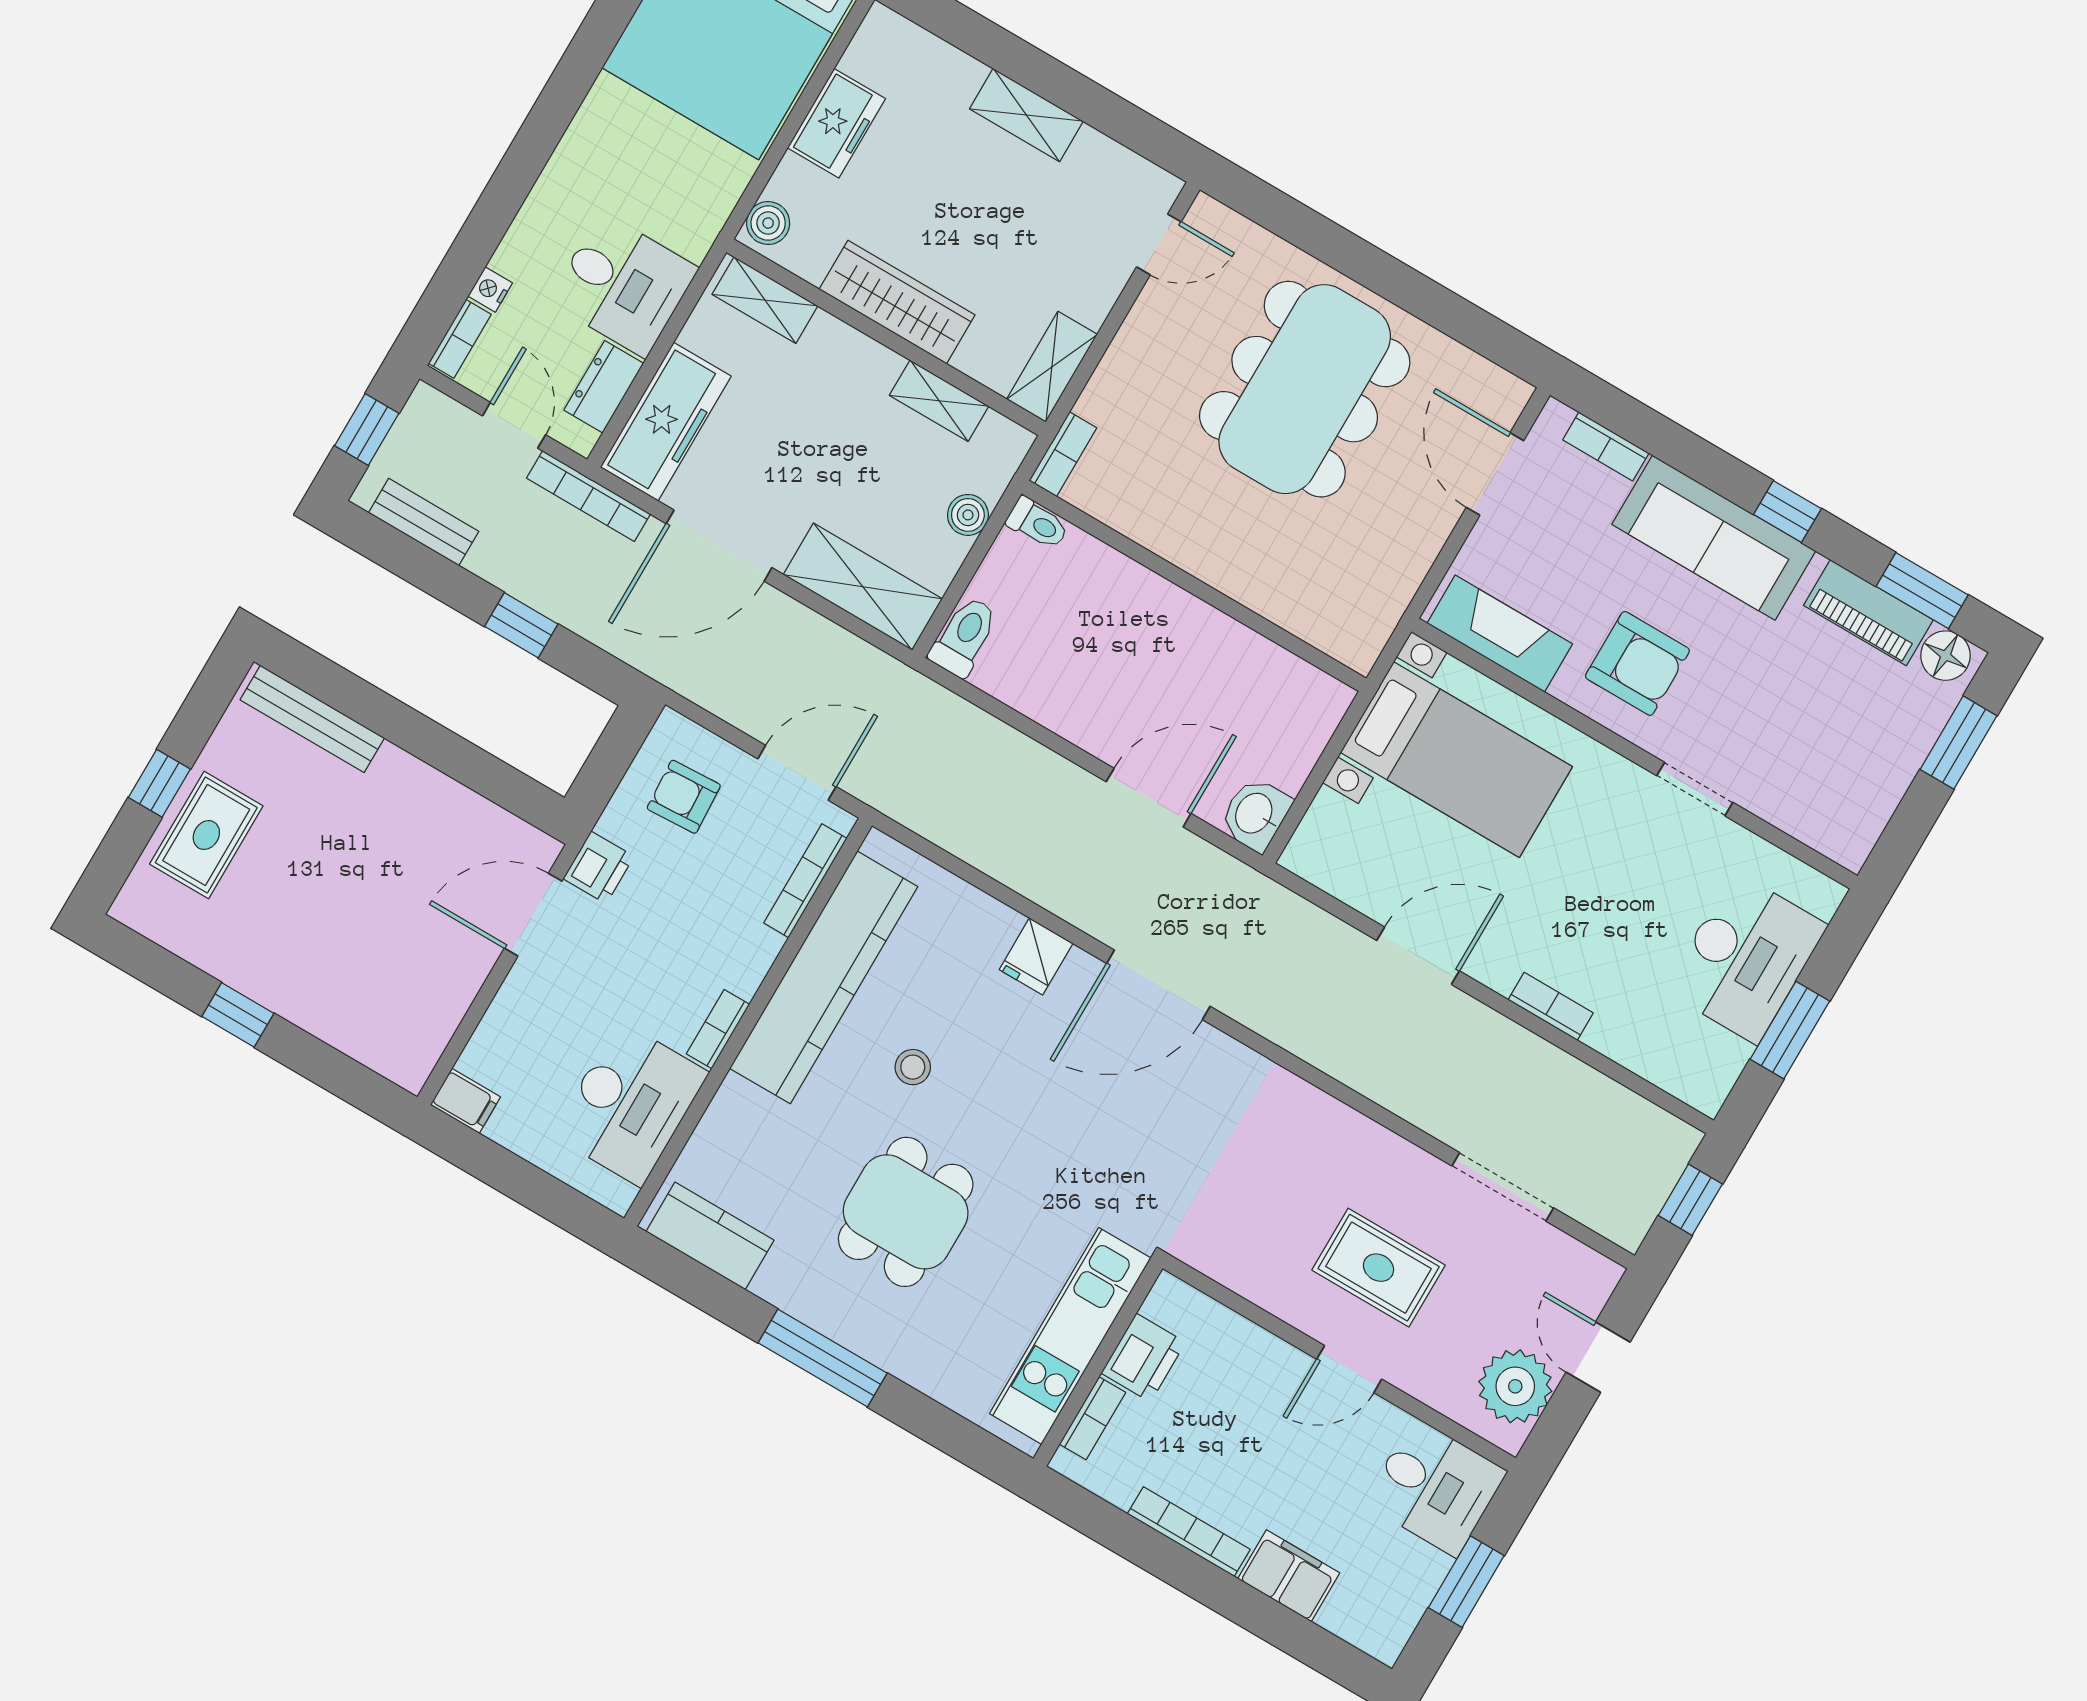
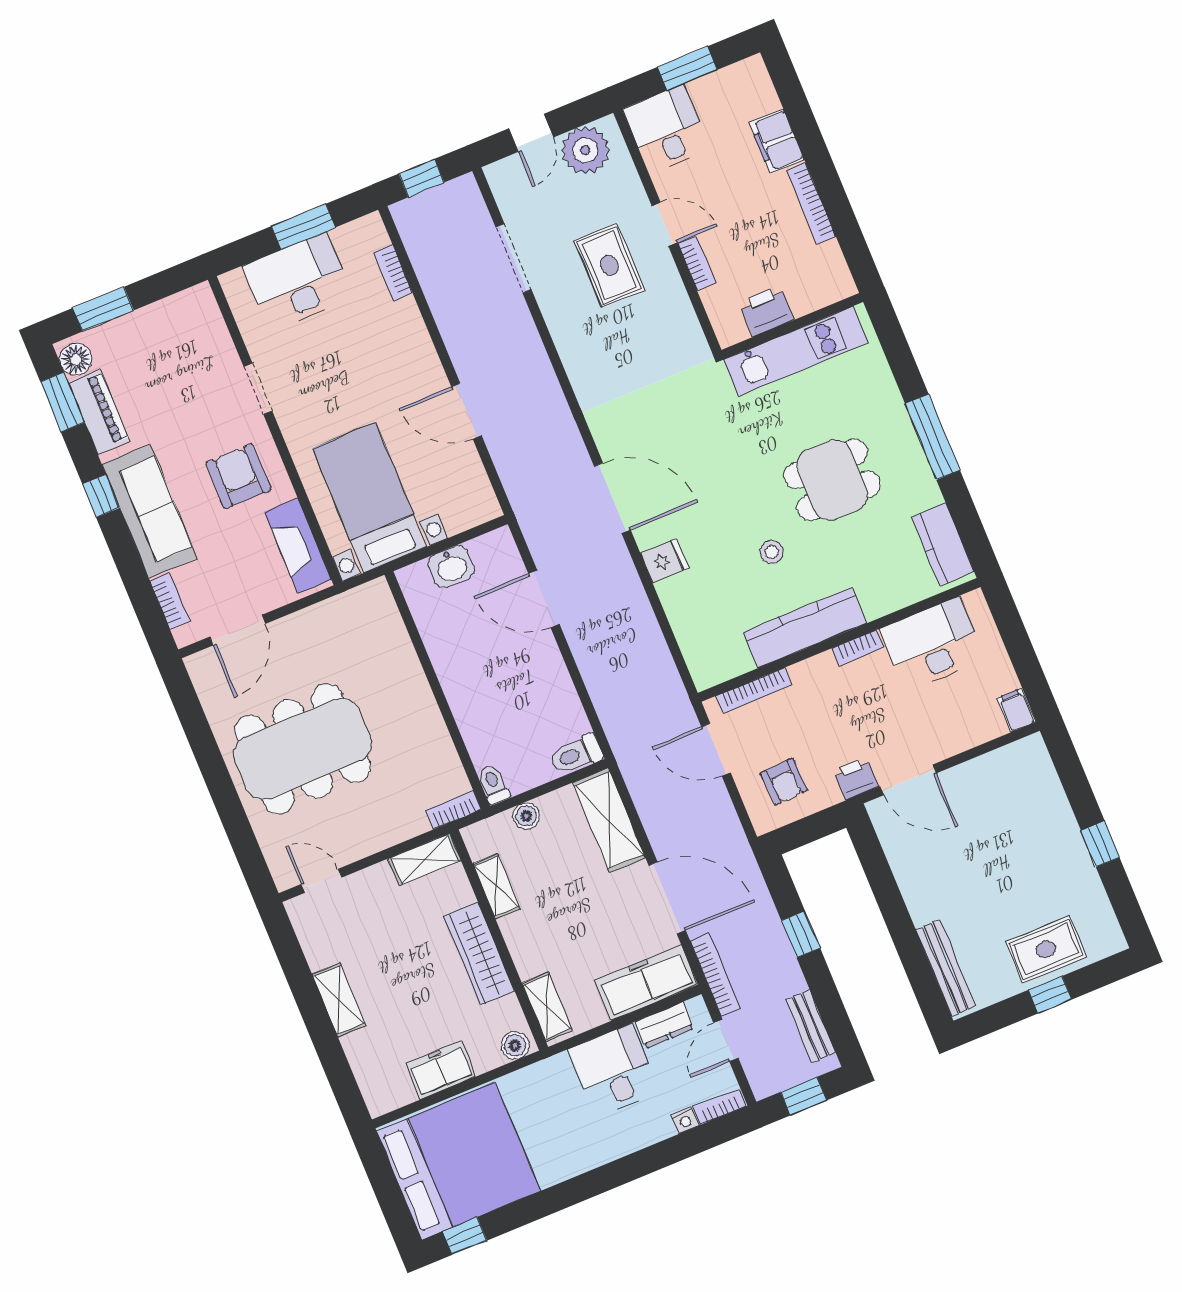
washbasin: (1255, 814) -> (451, 566), moved
kitchen counter: (824, 977) -> (805, 628), width x0.72, depth x0.86
bookcase: (1551, 1006) -> (393, 273), moved
bookcase: (1092, 1418) -> (697, 263), moved, turned 90

